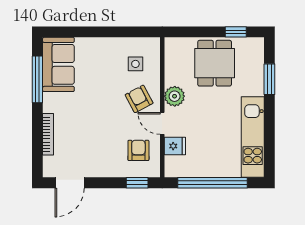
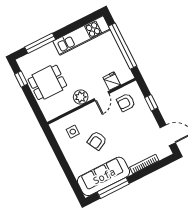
sofa: (58, 64) -> (104, 176), width x1.36
window: (269, 79) -> (40, 43), width x1.44
armchair: (139, 99) -> (97, 141), moved
window: (137, 183) -> (151, 103), moved

